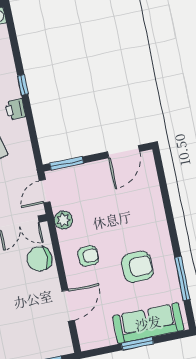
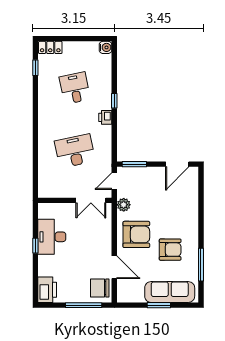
armchair: (88, 256) -> (136, 234), width x1.88, depth x1.88
chair: (39, 259) -> (100, 288), moved
door: (68, 306) -> (114, 267), hinge flipped

